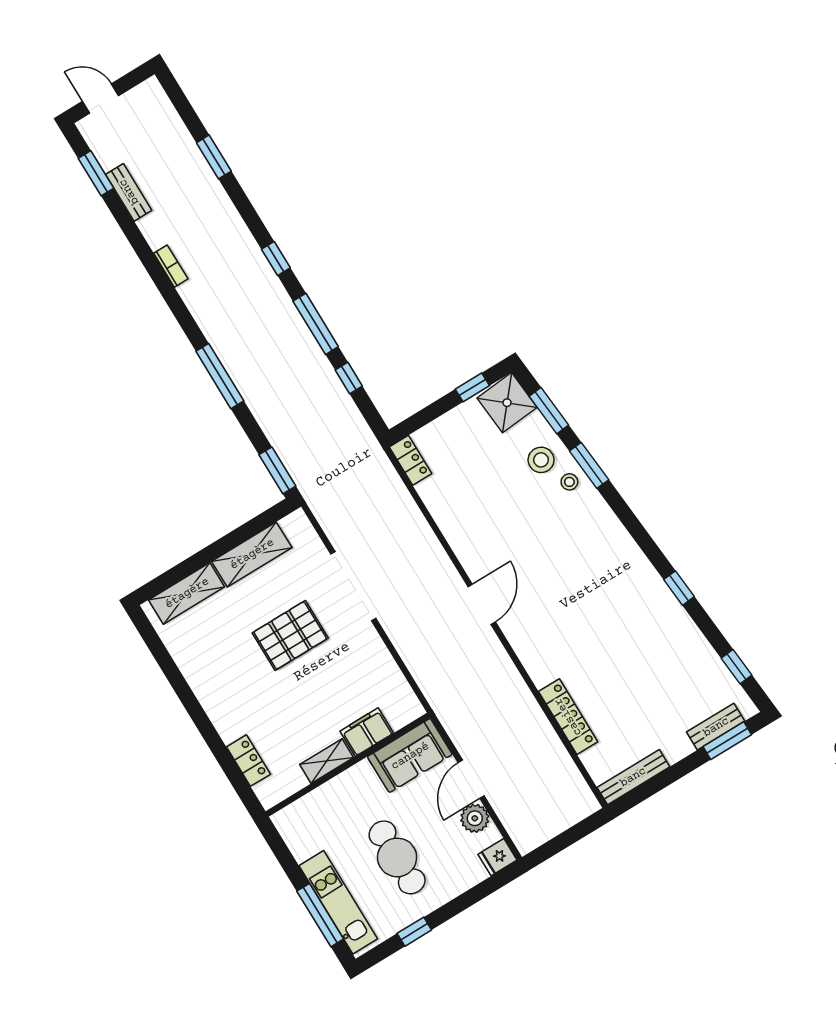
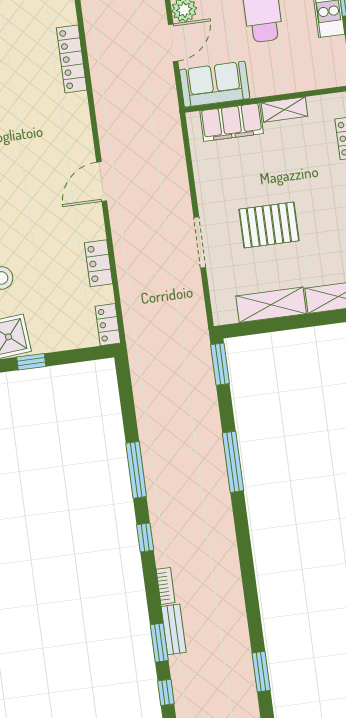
bench: (129, 192) -> (174, 629), moved
bookcase: (171, 266) -> (166, 586), moved, turned 180
window: (349, 378) -> (166, 692), moved
locker: (448, 519) -> (98, 263), added
doorway: (353, 586) -> (200, 242), width x0.73
filing cabinet: (367, 732) -> (232, 122), width x1.50, depth x1.17

